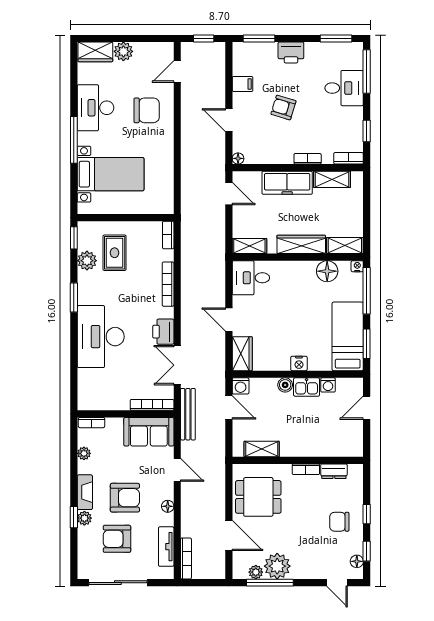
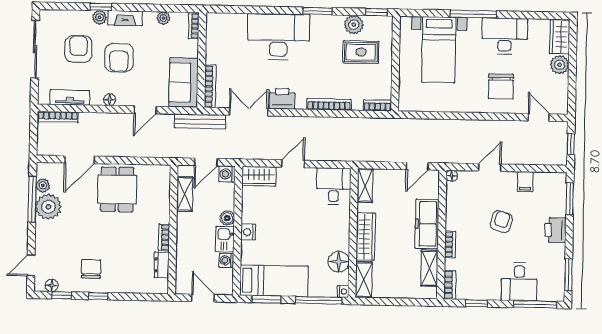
shelving: (262, 449) -> (185, 194), moved
wall: (298, 460) -> (173, 229), moved
bookcase: (306, 469) -> (164, 237), moved
dresser: (334, 471) -> (162, 265), moved

